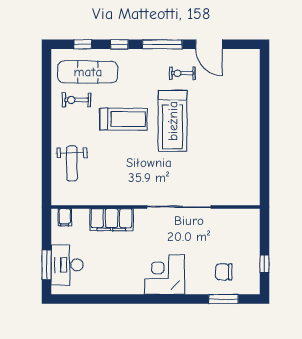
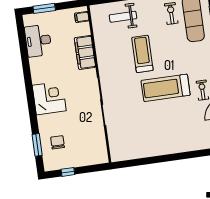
treadmill: (124, 119) -> (142, 54), moved, turned 180
desk: (67, 265) -> (38, 41), moved, turned -90

